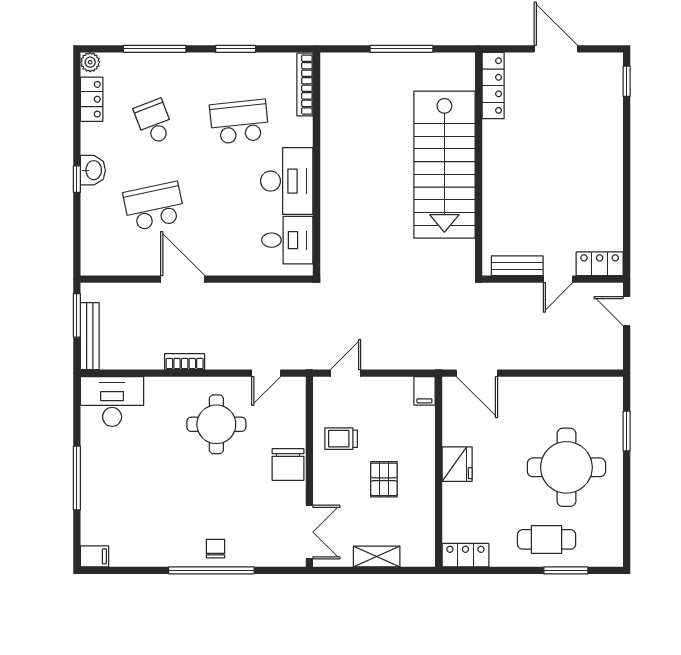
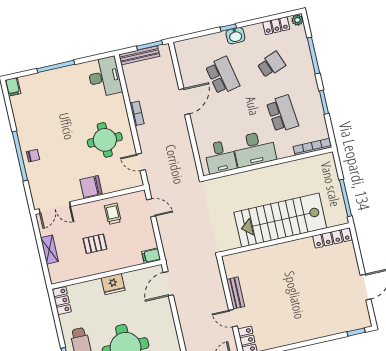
locker: (493, 86) -> (332, 238), moved
wall: (479, 164) -> (285, 240), moved
stairs: (444, 165) -> (280, 220), moved

